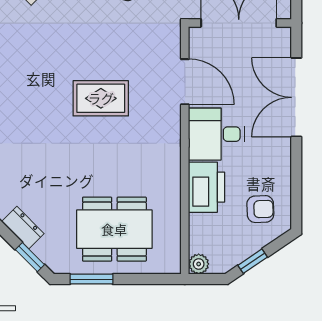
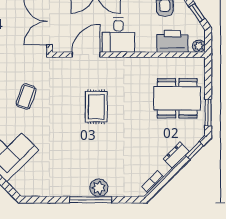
printer: (207, 187) -> (172, 41), moved
dining table: (114, 229) -> (177, 98), turned 90

